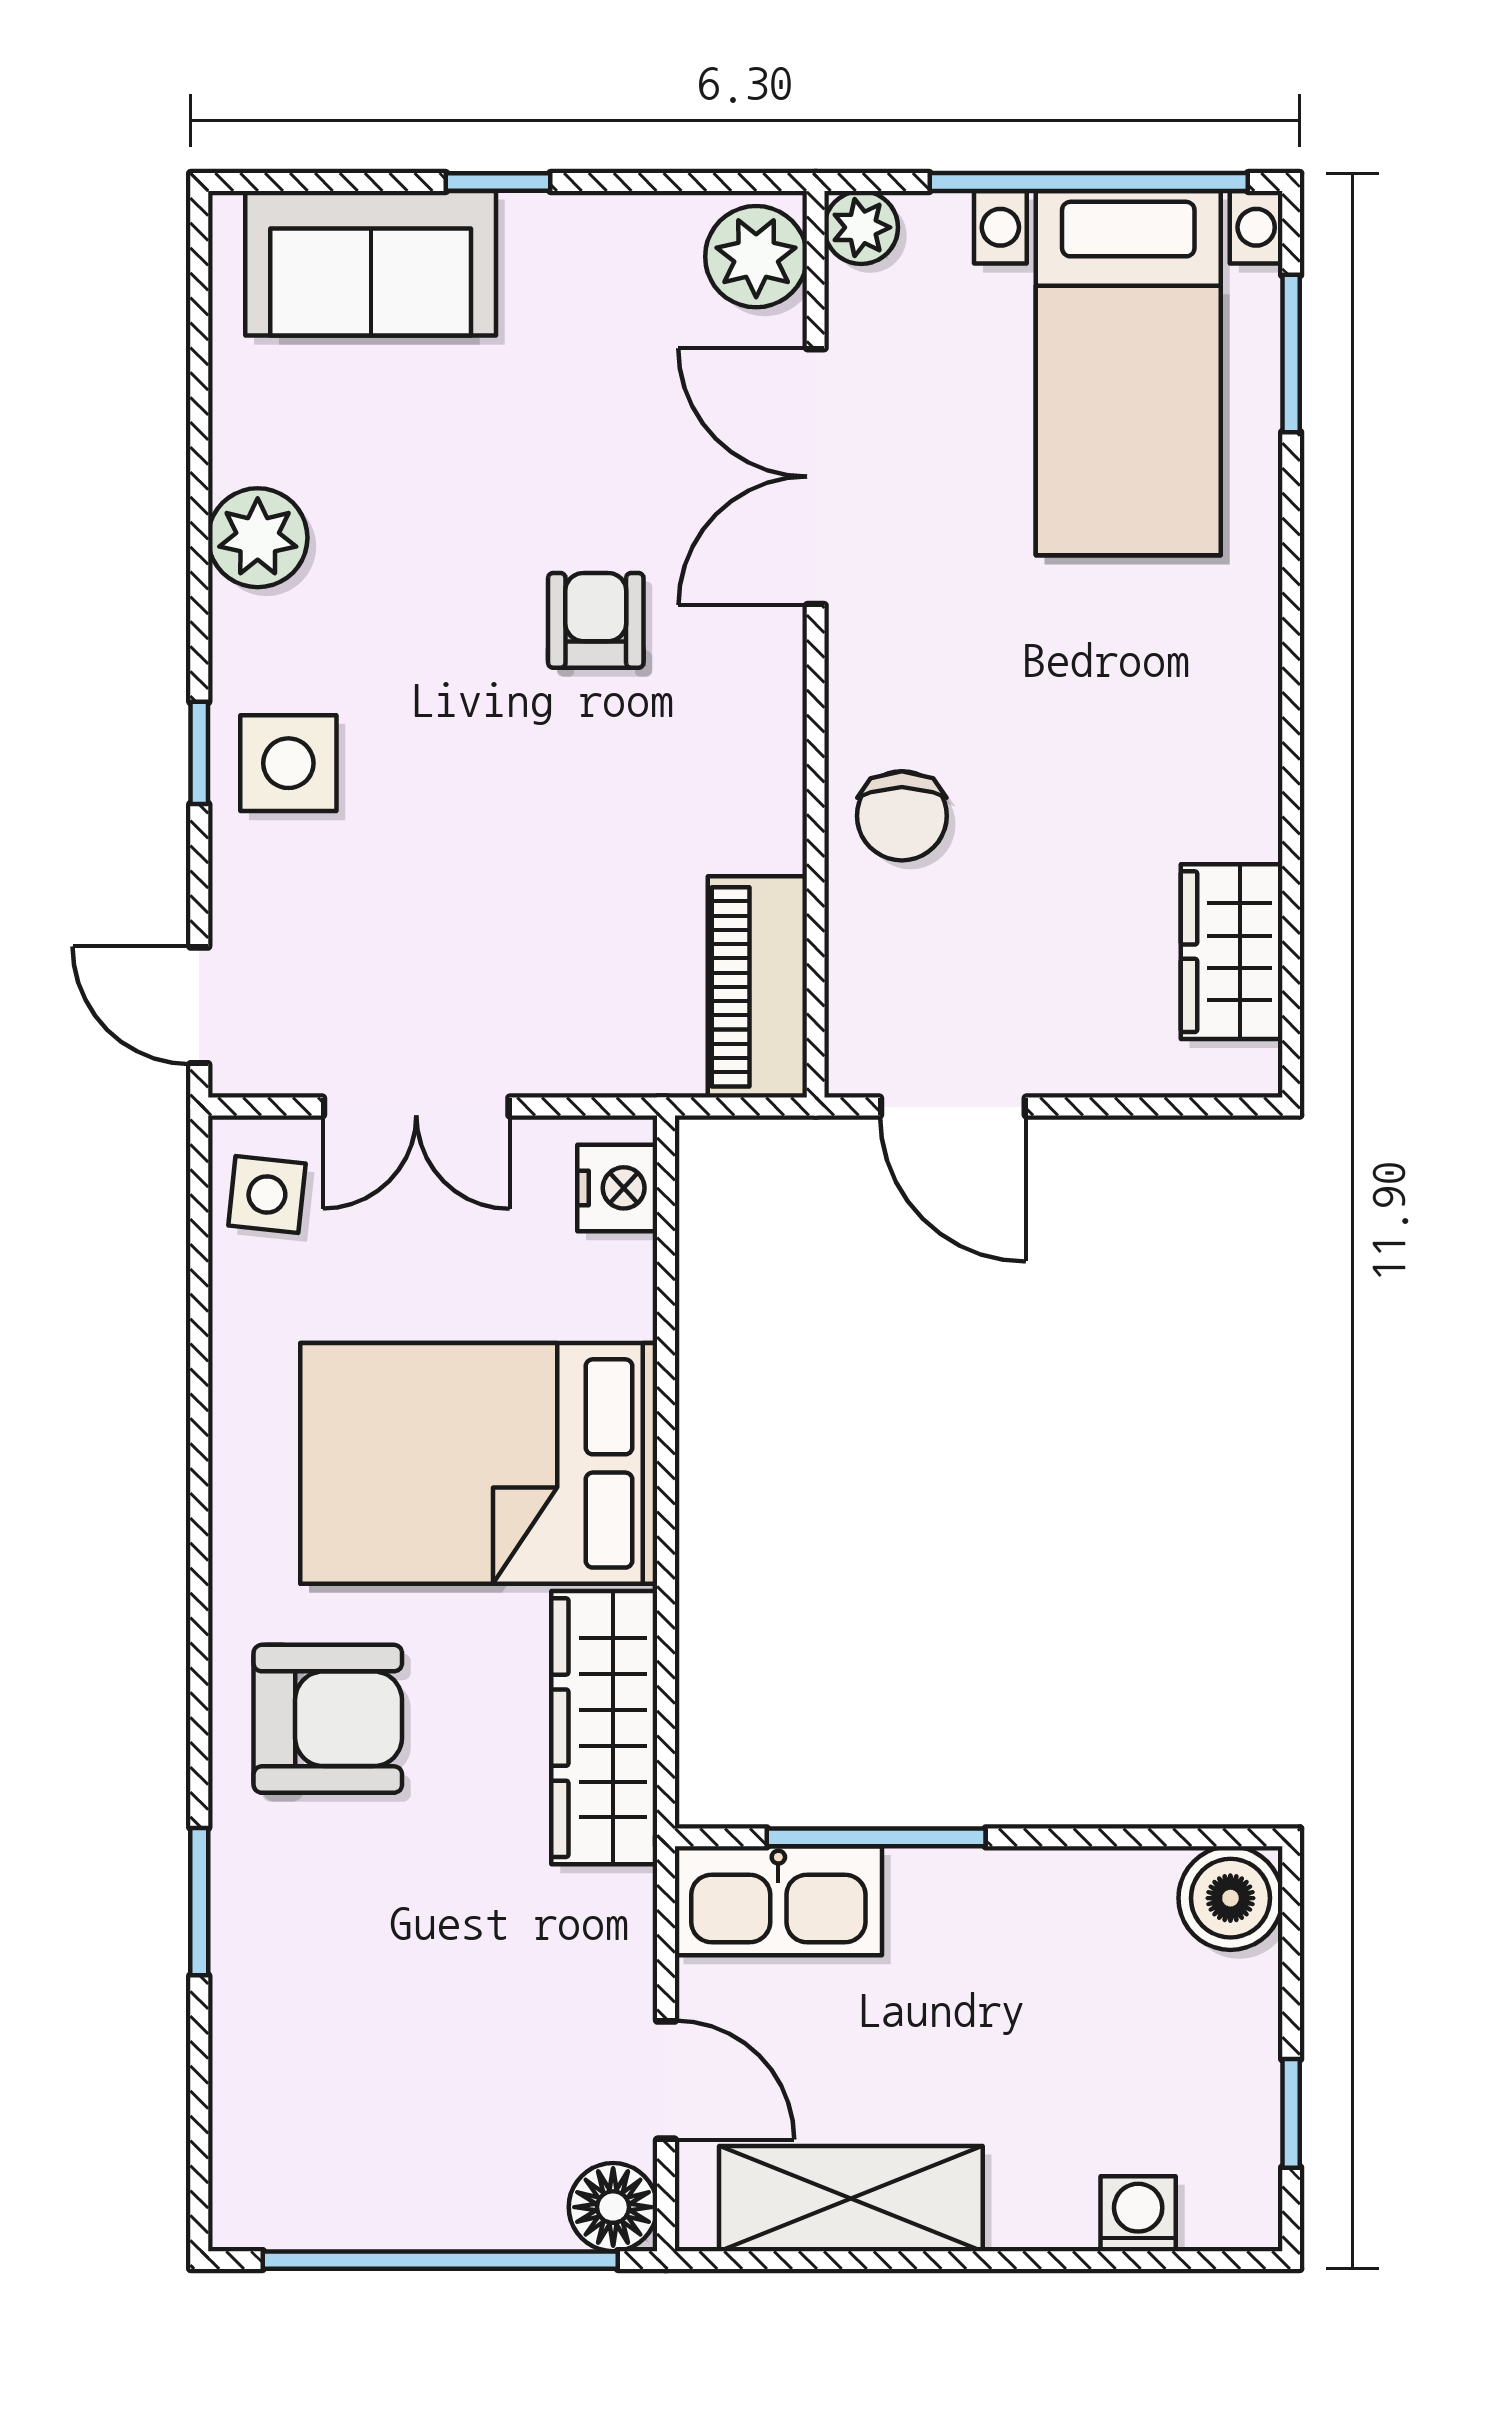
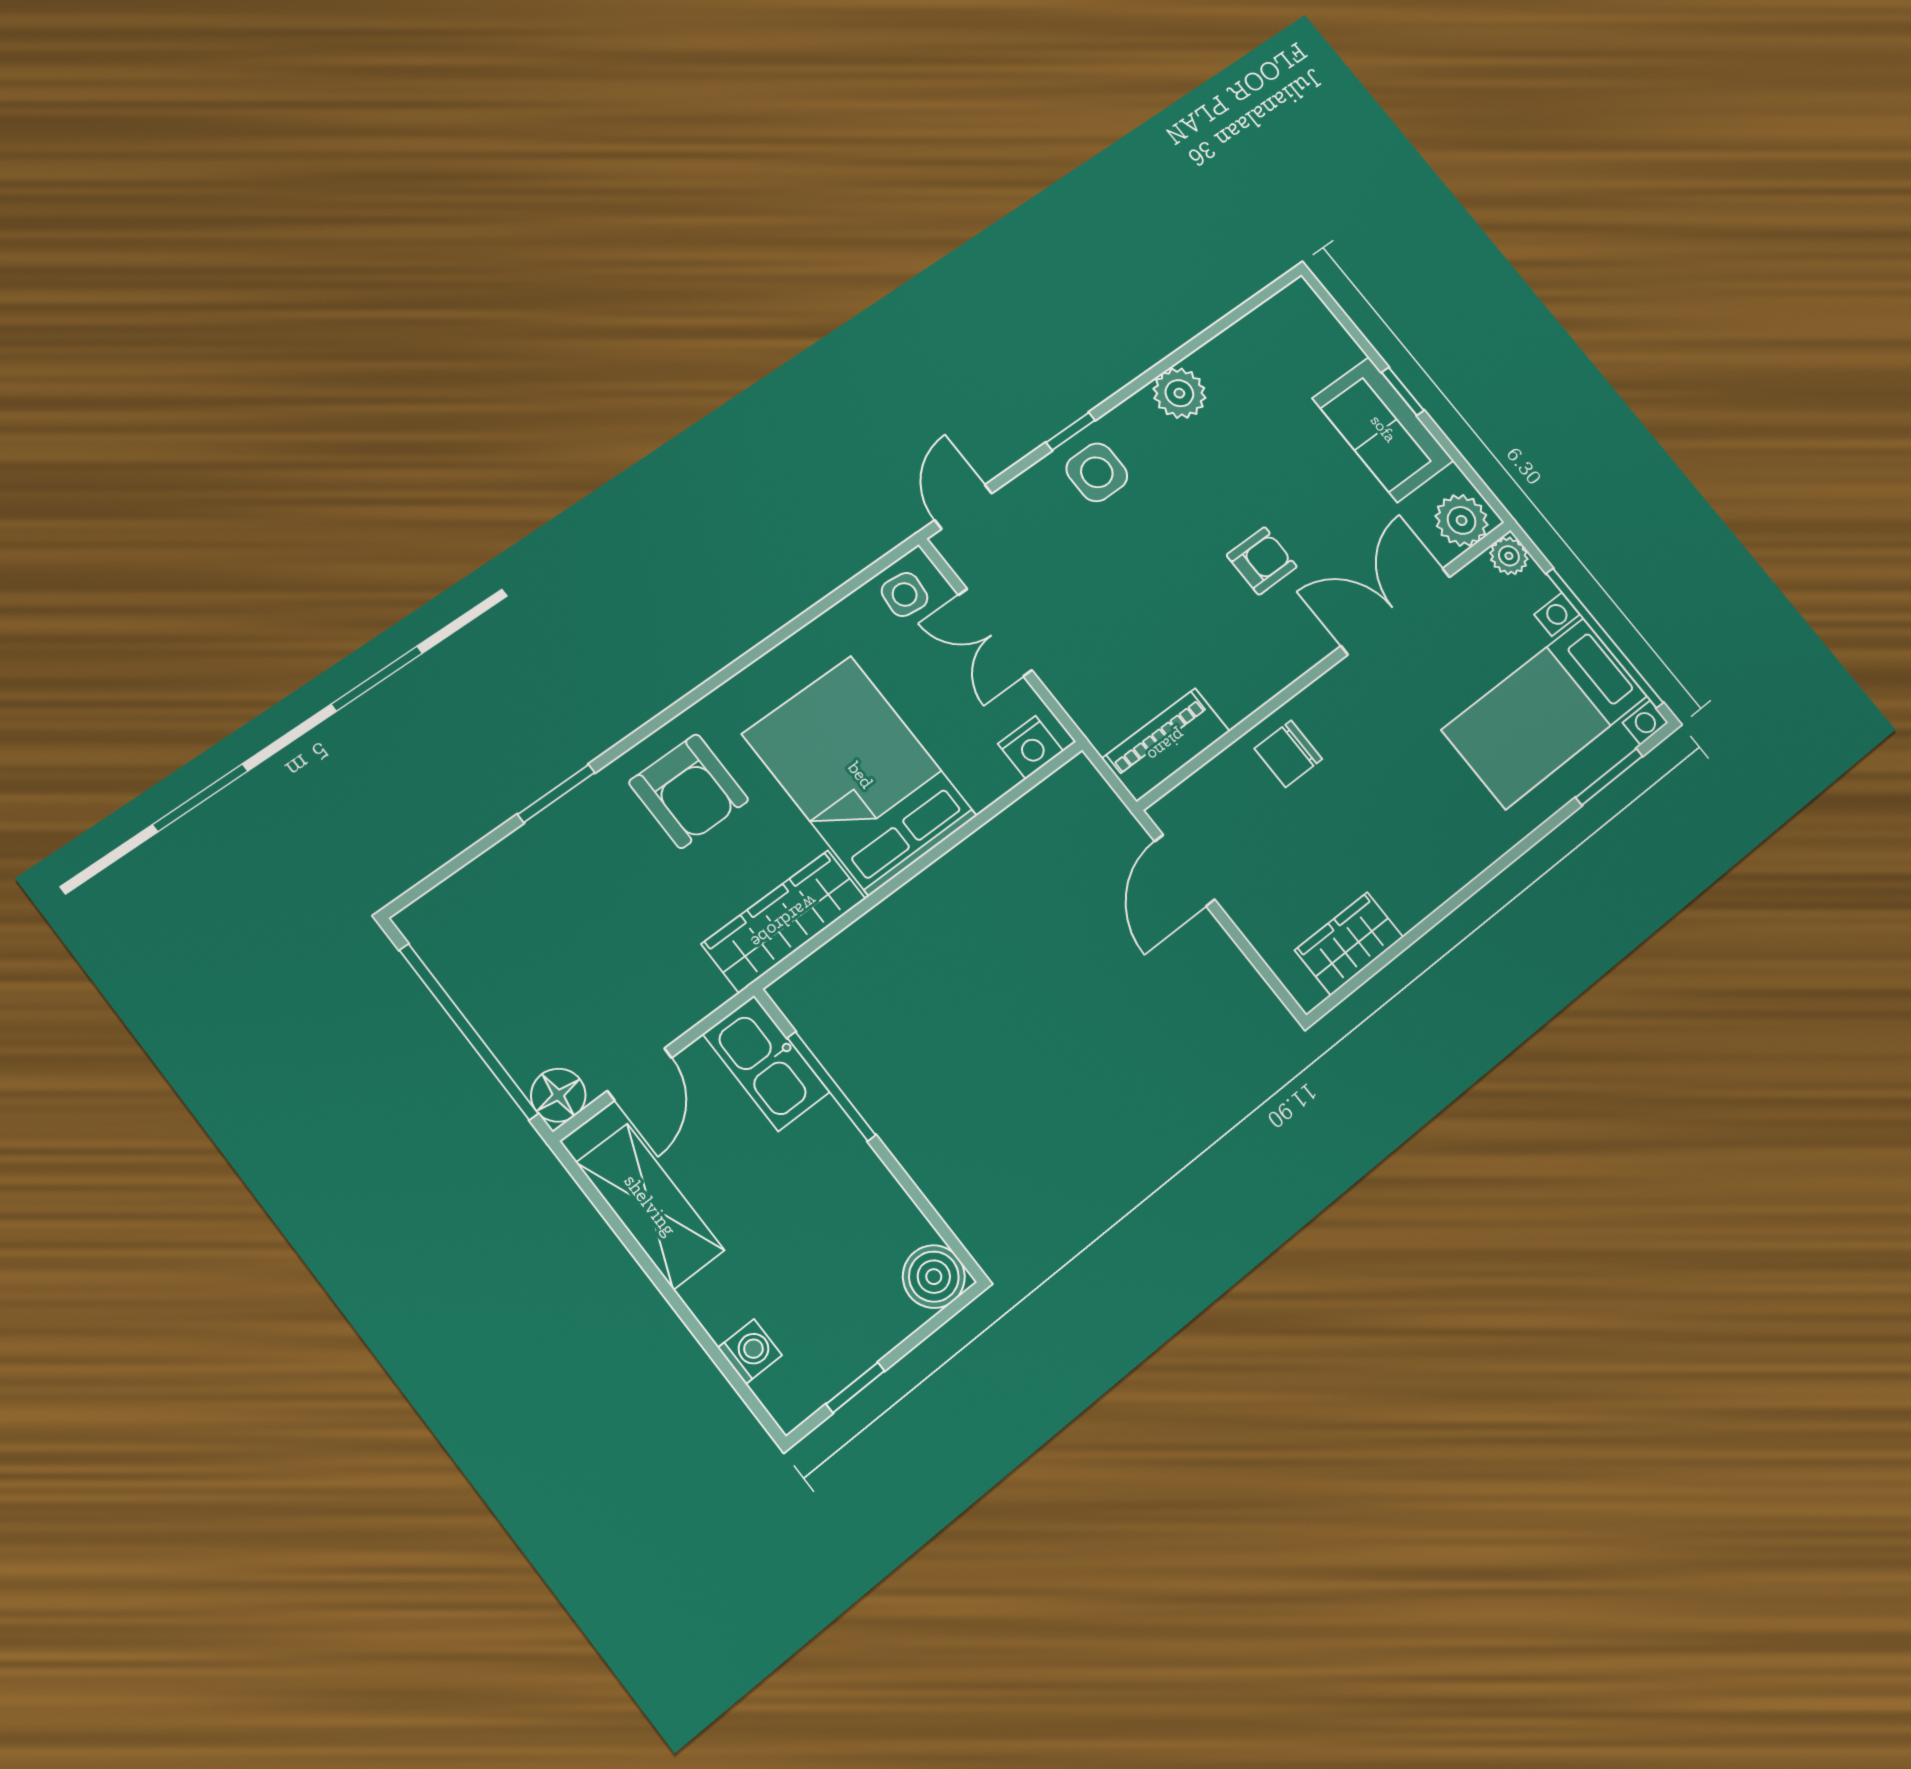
sofa: (371, 263) -> (1383, 429), moved

